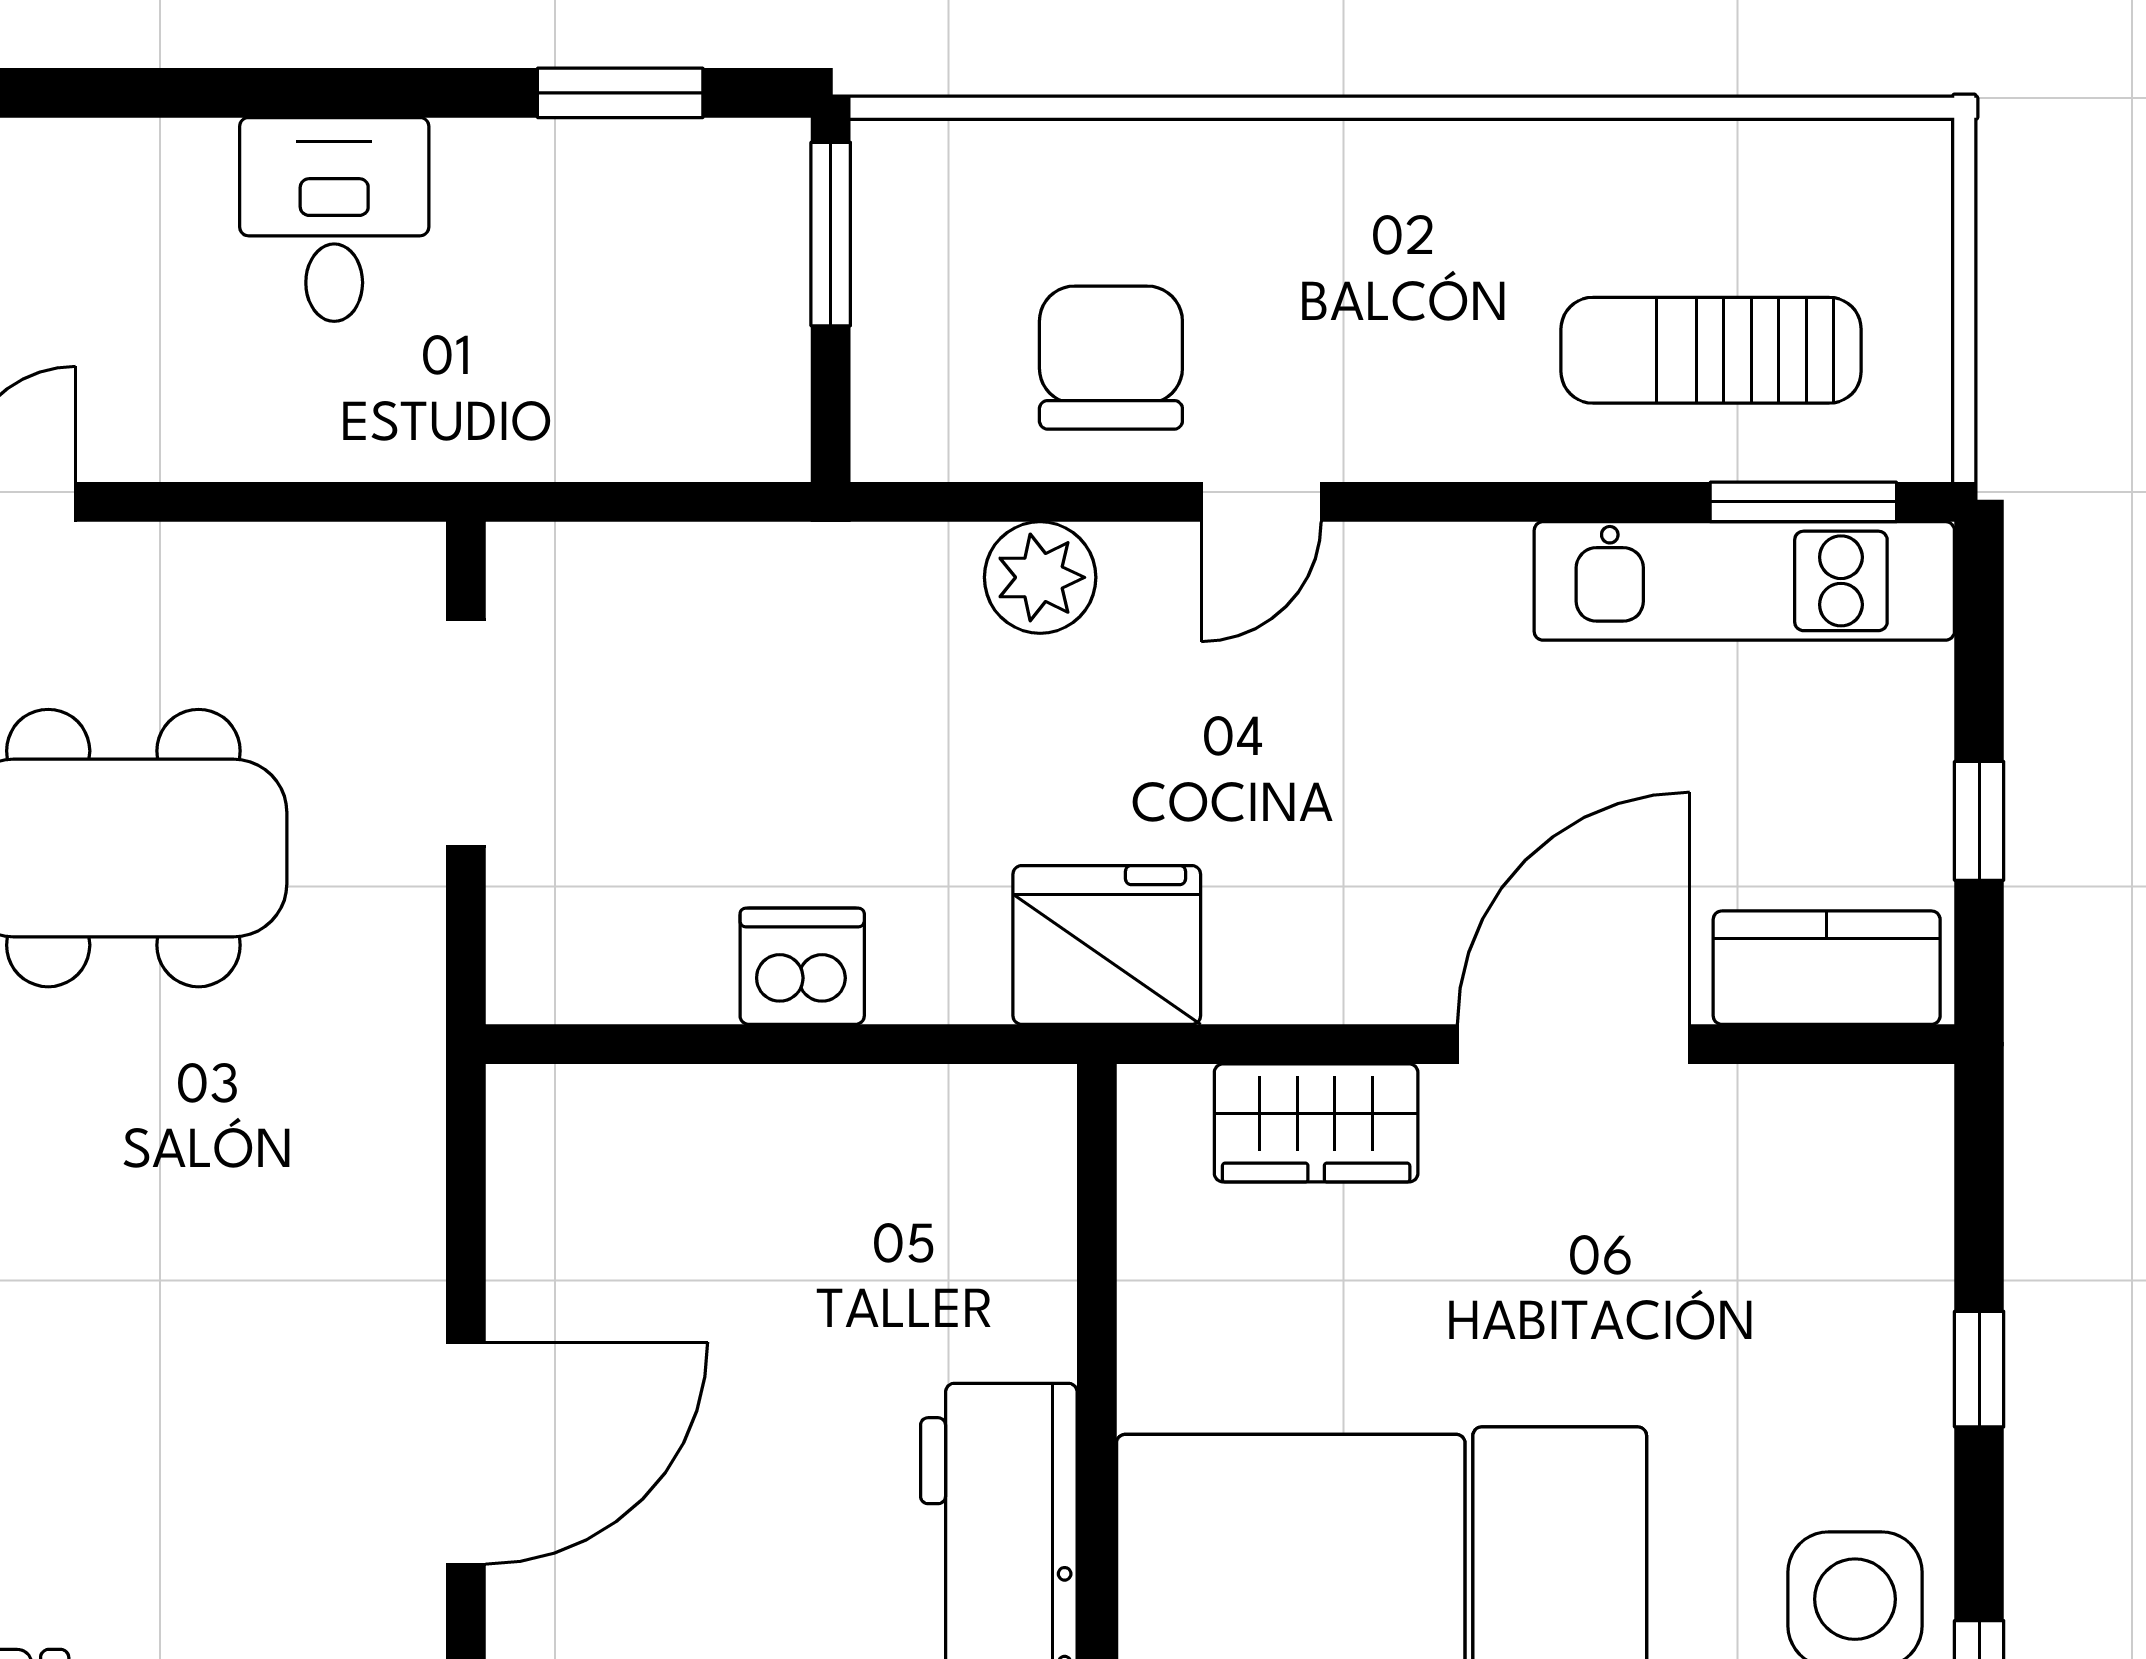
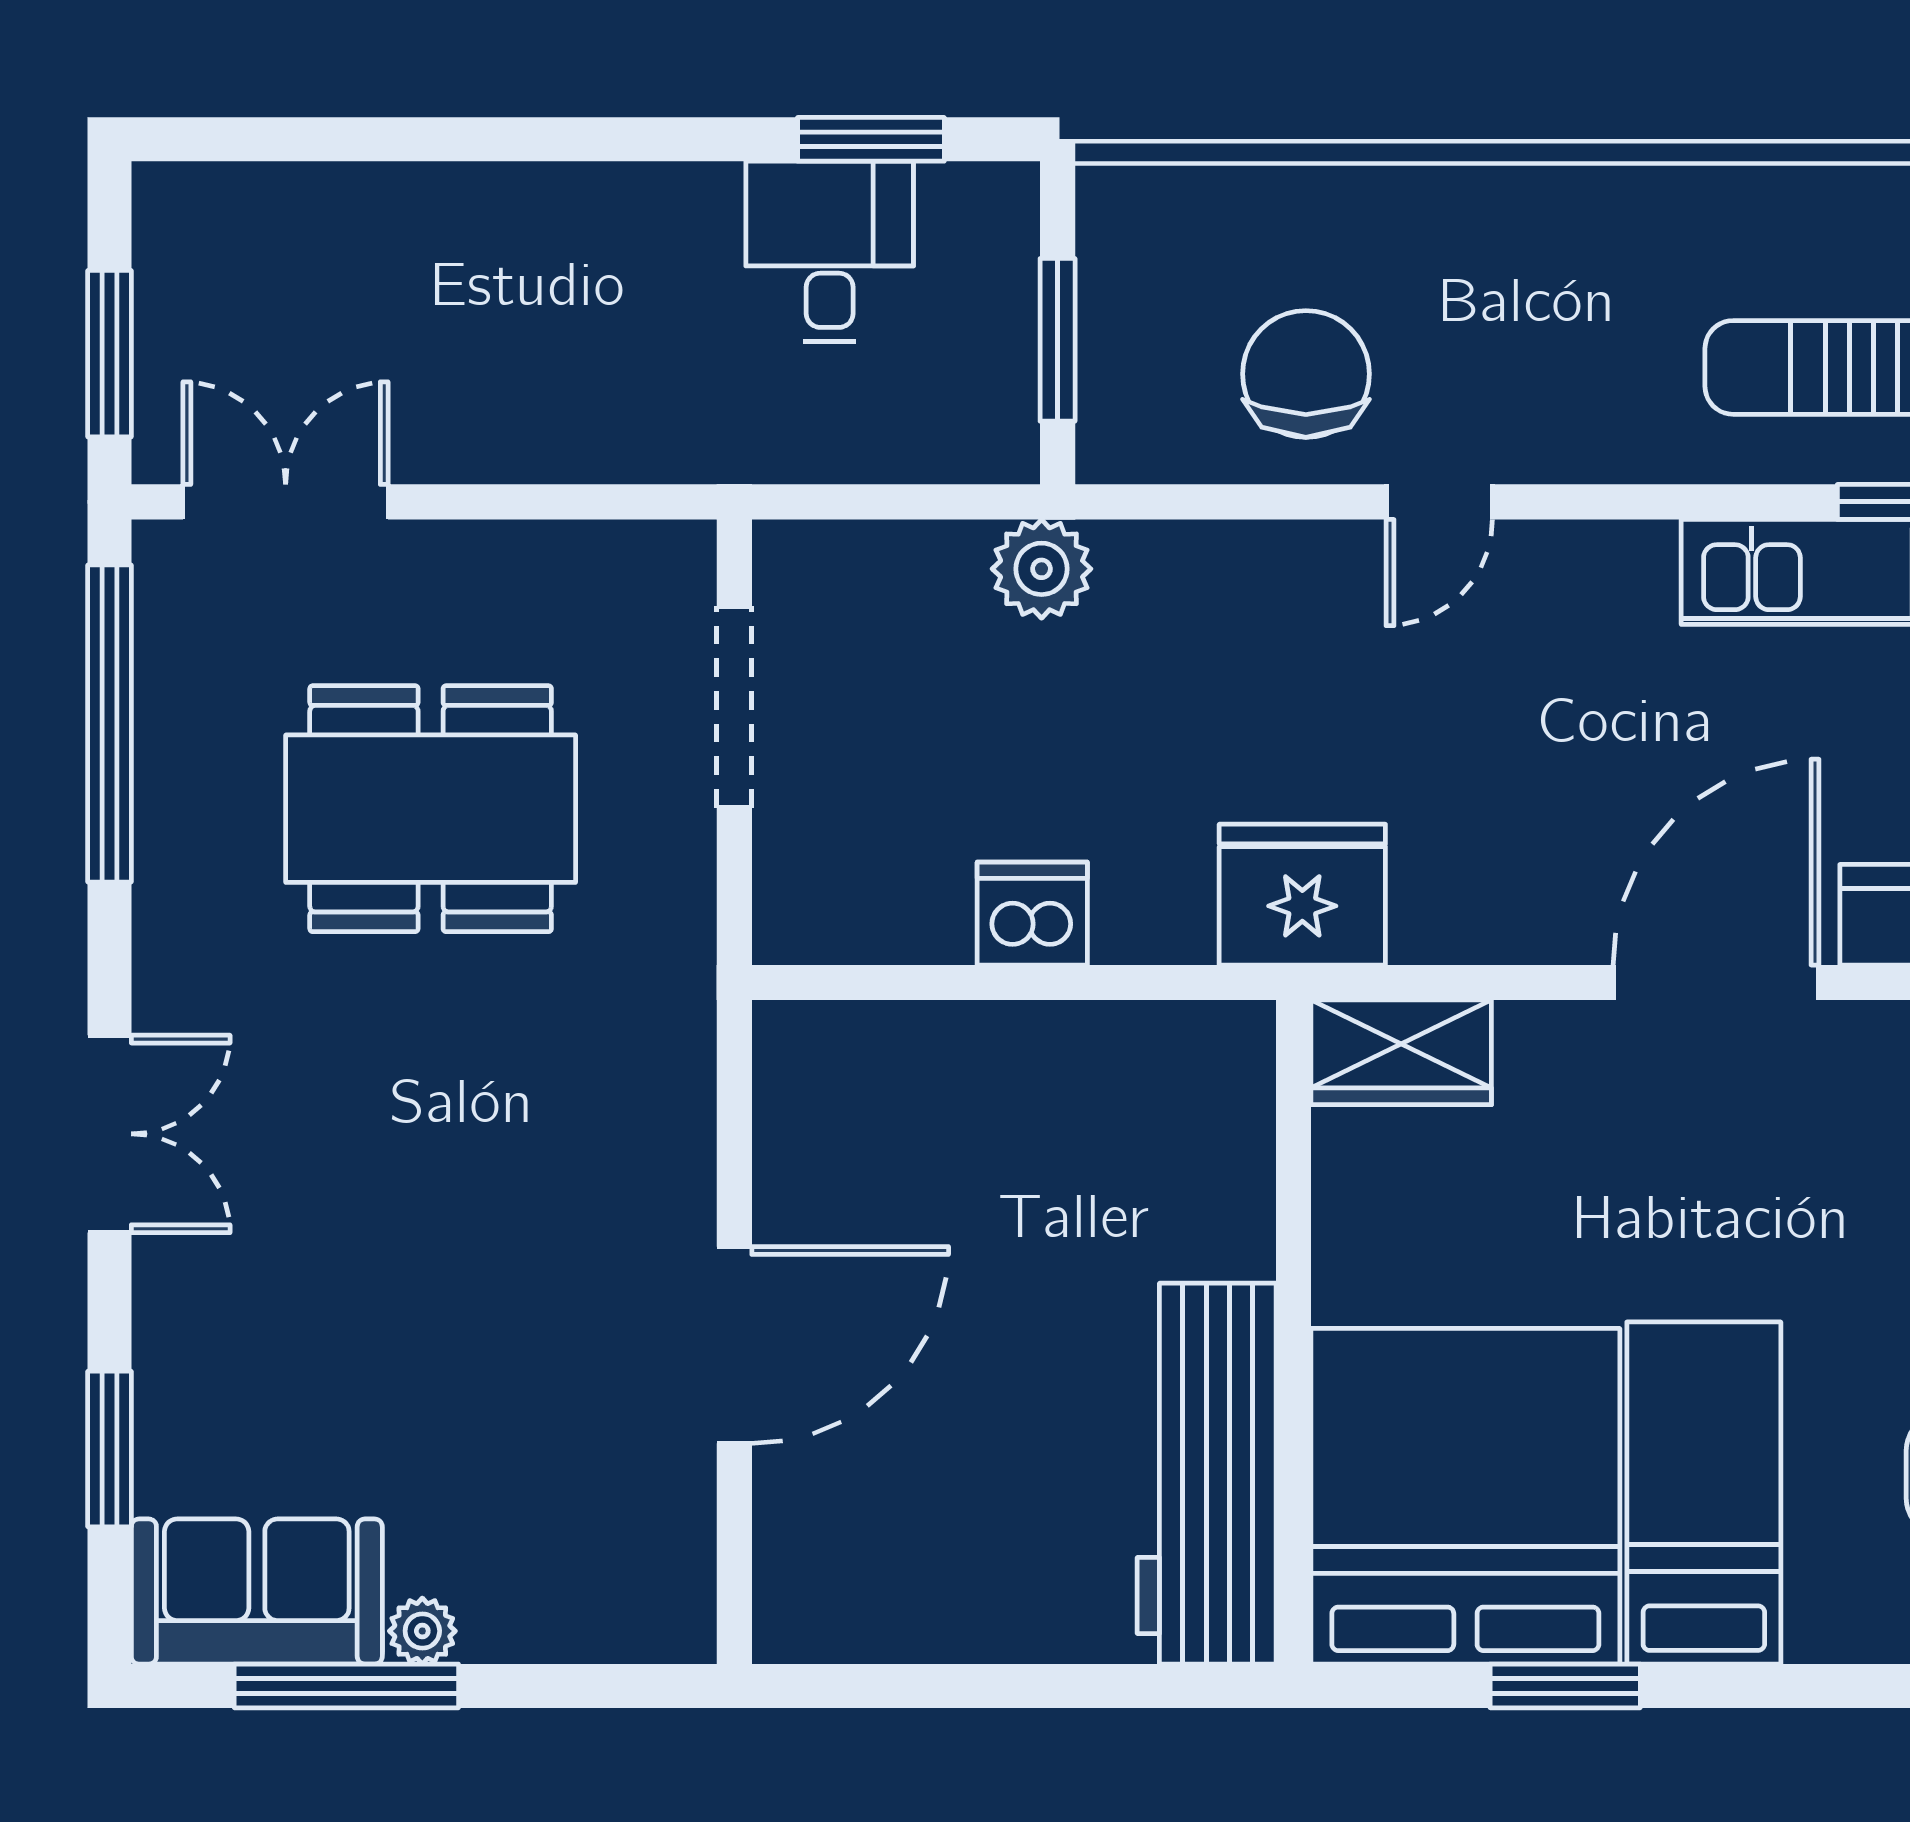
desk: (334, 219) -> (830, 252), moved
window: (831, 234) -> (1058, 340), moved
plant: (1040, 577) -> (1042, 569), moved
wardrobe: (1316, 1123) -> (1401, 1052), moved

